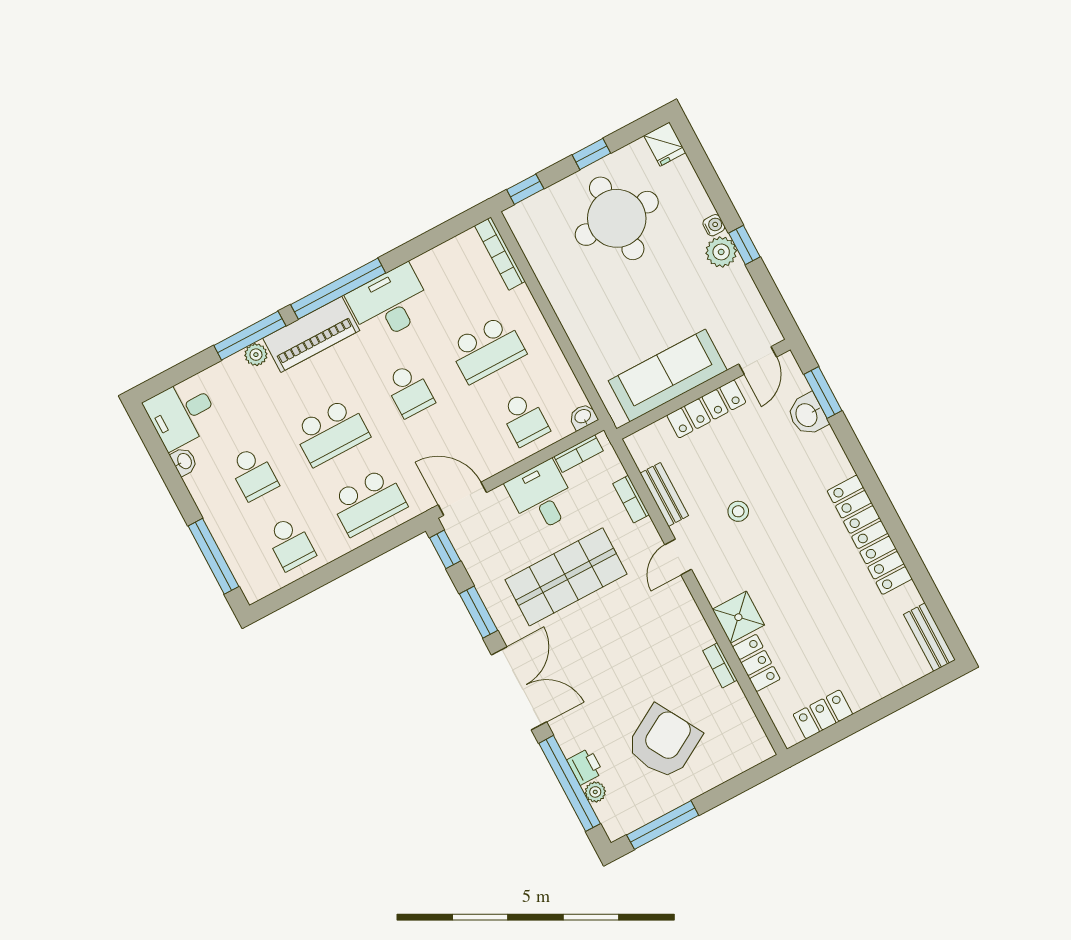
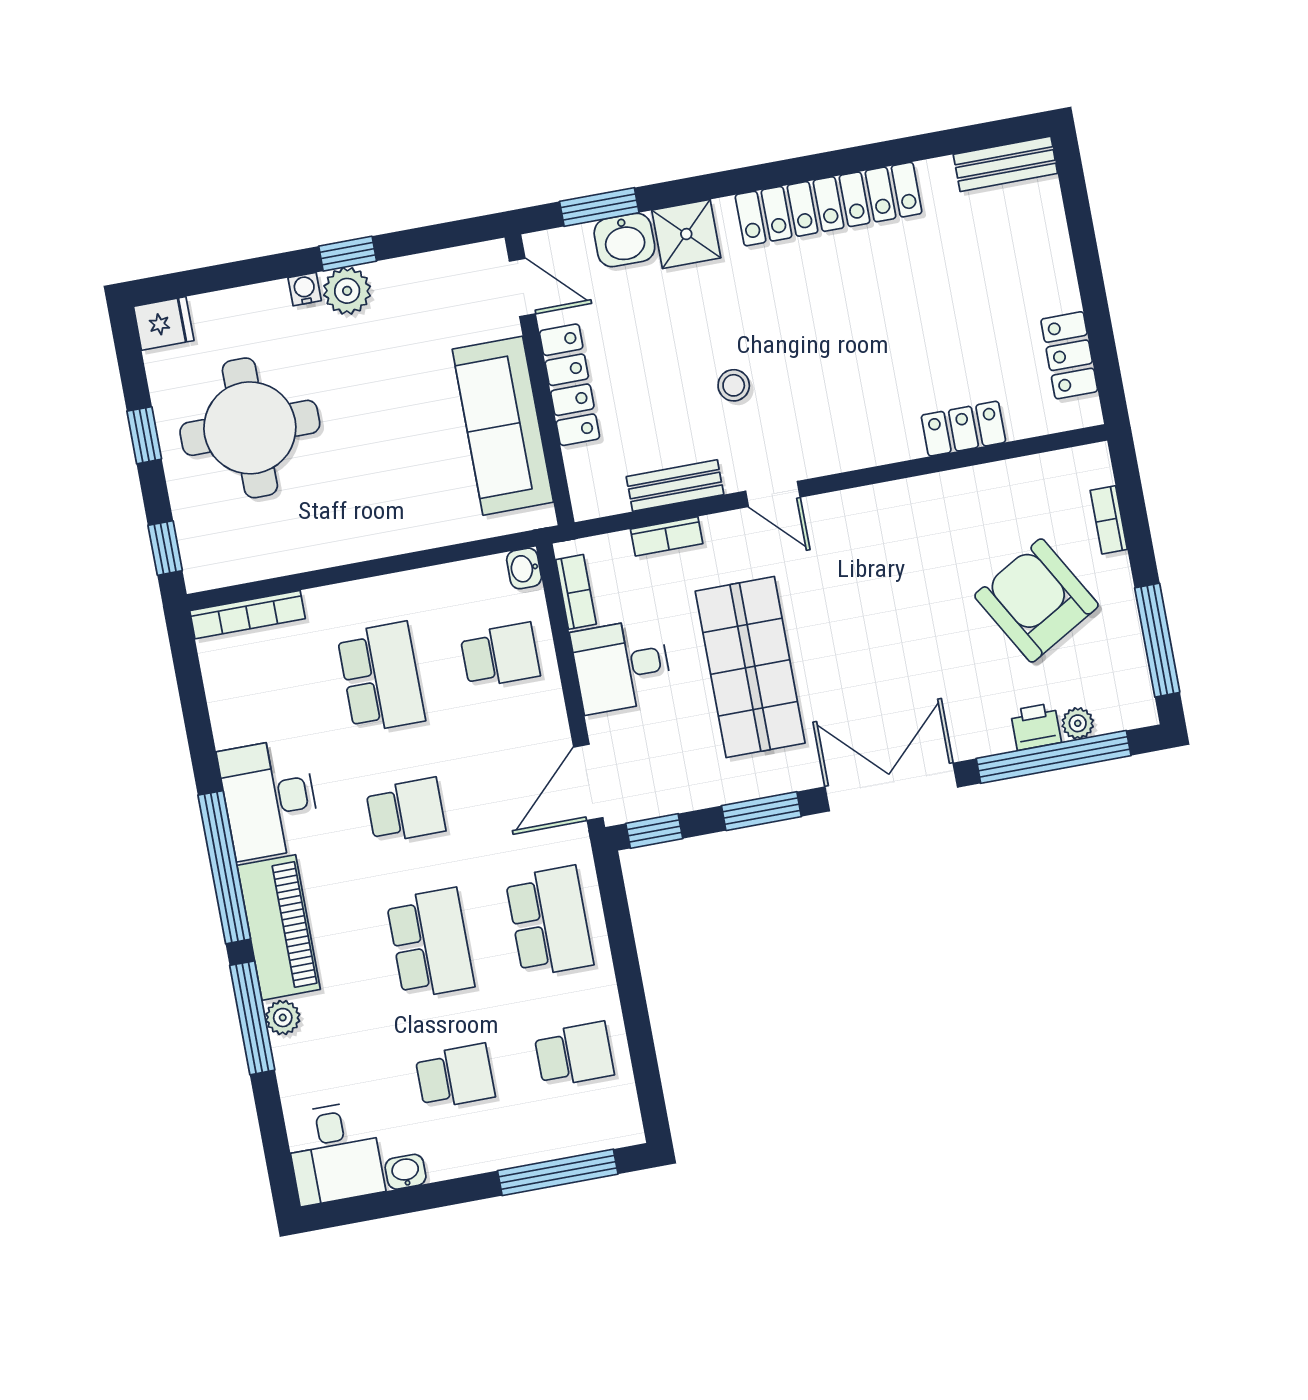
shower: (738, 617) -> (686, 234), moved
bookcase: (720, 665) -> (1109, 520), moved, turned 90

